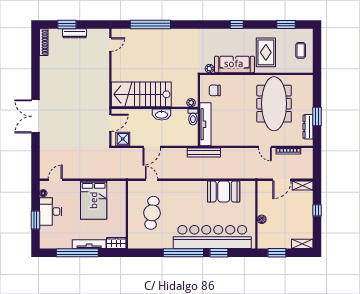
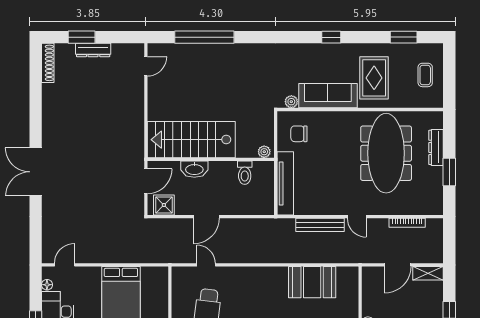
washbasin: (162, 114) -> (194, 169), moved
toilet: (193, 117) -> (245, 173), moved
dresser: (308, 127) -> (436, 147), moved
door: (265, 147) -> (357, 217), moved
bench: (204, 152) -> (320, 225), moved

